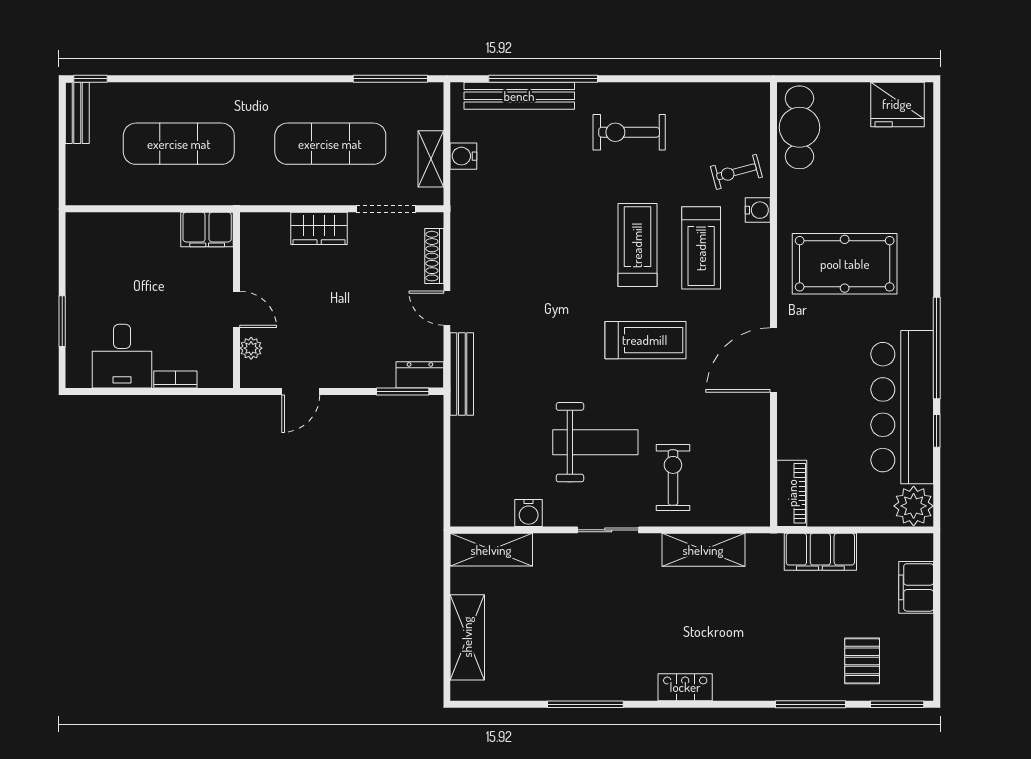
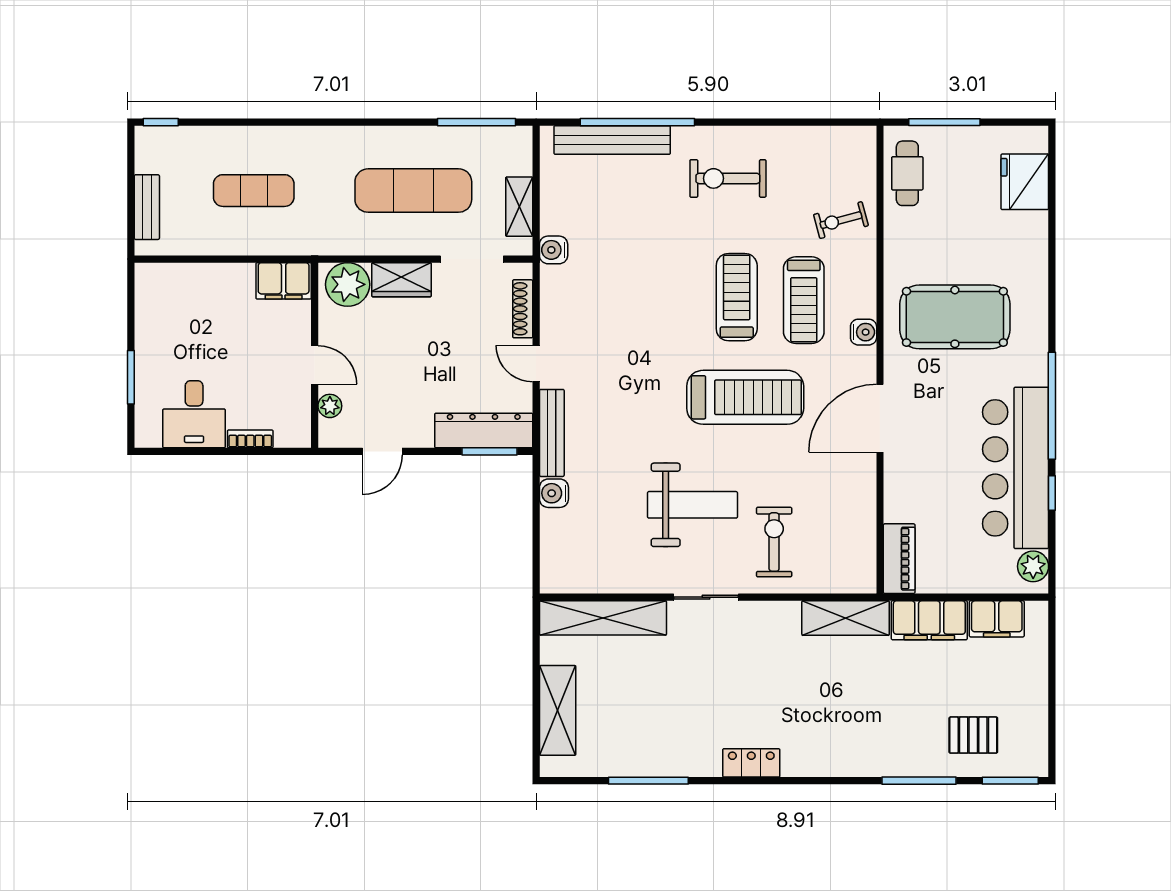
window: (835, 79) -> (944, 122), added
fridge: (897, 104) -> (1025, 182), moved, turned 90
bench: (77, 113) -> (147, 207), moved
cafe table: (799, 127) -> (907, 173), width x0.73, depth x0.74
exercise mat: (179, 144) -> (254, 191), width x0.73, depth x0.69
water cooler: (463, 156) -> (554, 250), moved
water cooler: (758, 210) -> (864, 332), moved
plant: (268, 233) -> (348, 284), added
treadmill: (645, 340) -> (745, 397), width x1.37, depth x1.38
dresser: (420, 375) -> (484, 430), width x1.96, depth x1.24
plant: (914, 506) -> (1033, 566), width x0.73, depth x0.73
water cooler: (529, 513) -> (554, 493), moved, turned 90
shelving: (491, 550) -> (603, 618), width x1.47
shelving: (703, 550) -> (846, 618), moved
filing cabinet: (916, 587) -> (997, 619), moved, turned -90
pallet: (862, 661) -> (973, 735), turned 90
locker: (685, 687) -> (751, 763), moved
window: (585, 704) -> (648, 781), moved

